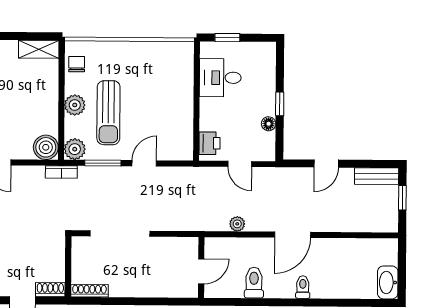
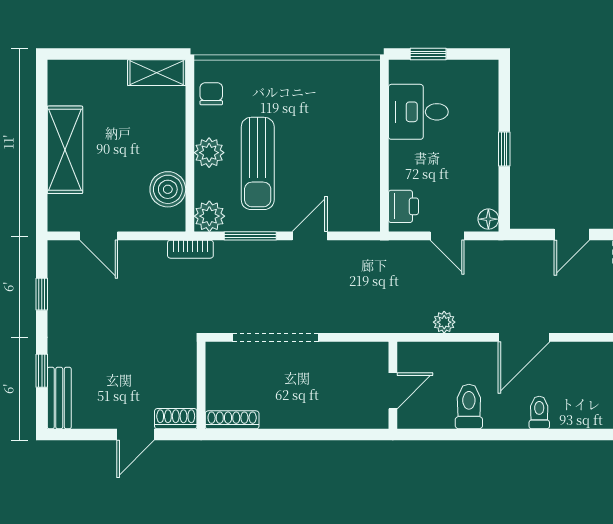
floor lamp: (269, 124) -> (488, 219), moved
boiler: (46, 147) -> (168, 189), moved

